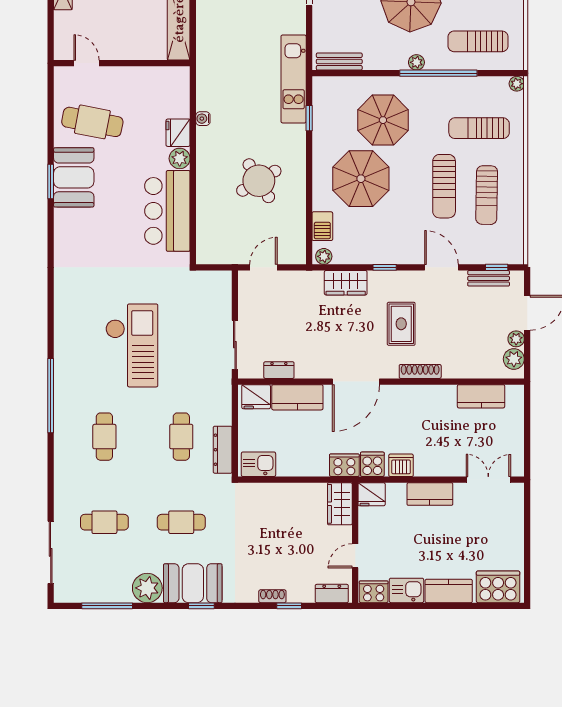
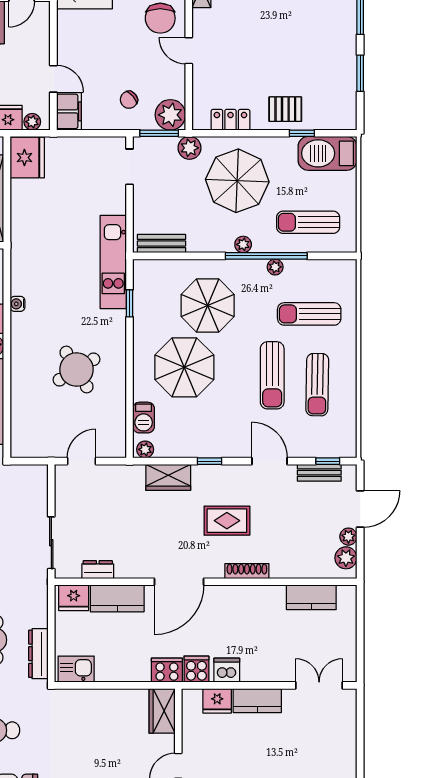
plant: (517, 84) -> (275, 267), moved
rug: (401, 324) -> (227, 521), turned 90
fridge: (372, 494) -> (217, 701), moved

